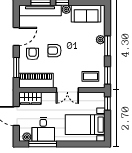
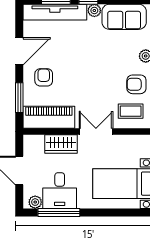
armchair: (55, 51) -> (136, 84), moved
double door: (67, 90) -> (96, 131), swing flipped
wardrobe: (30, 98) -> (61, 144), moved

